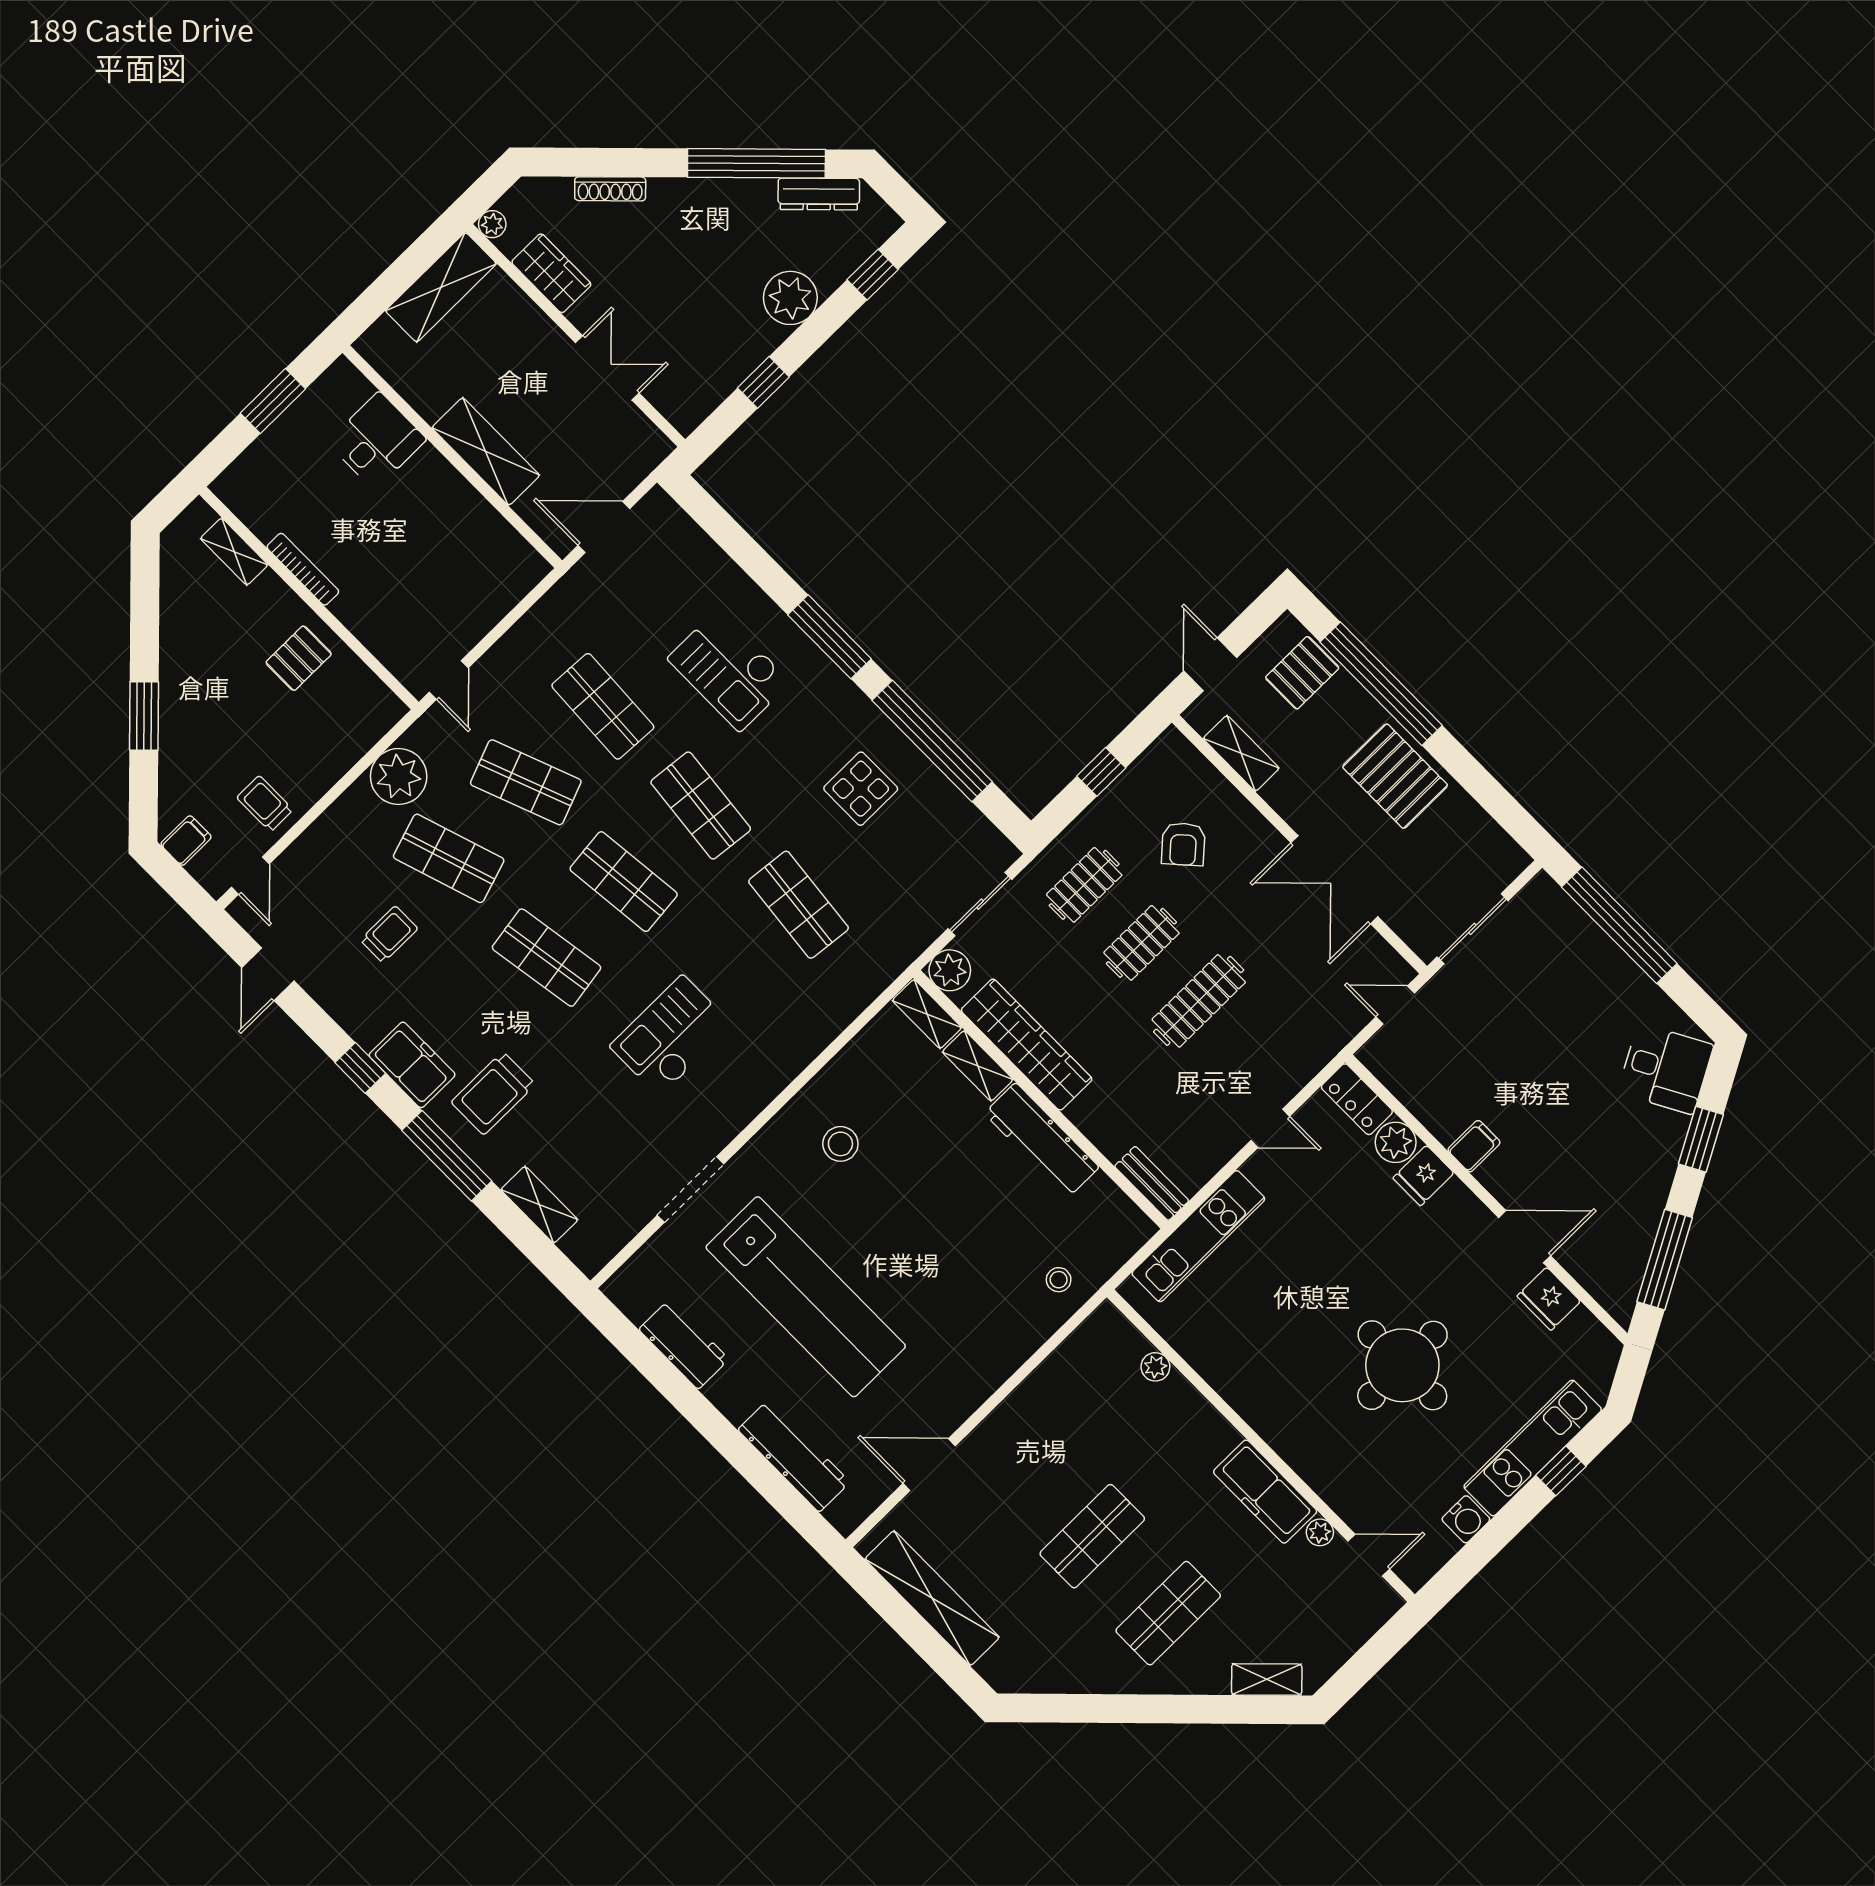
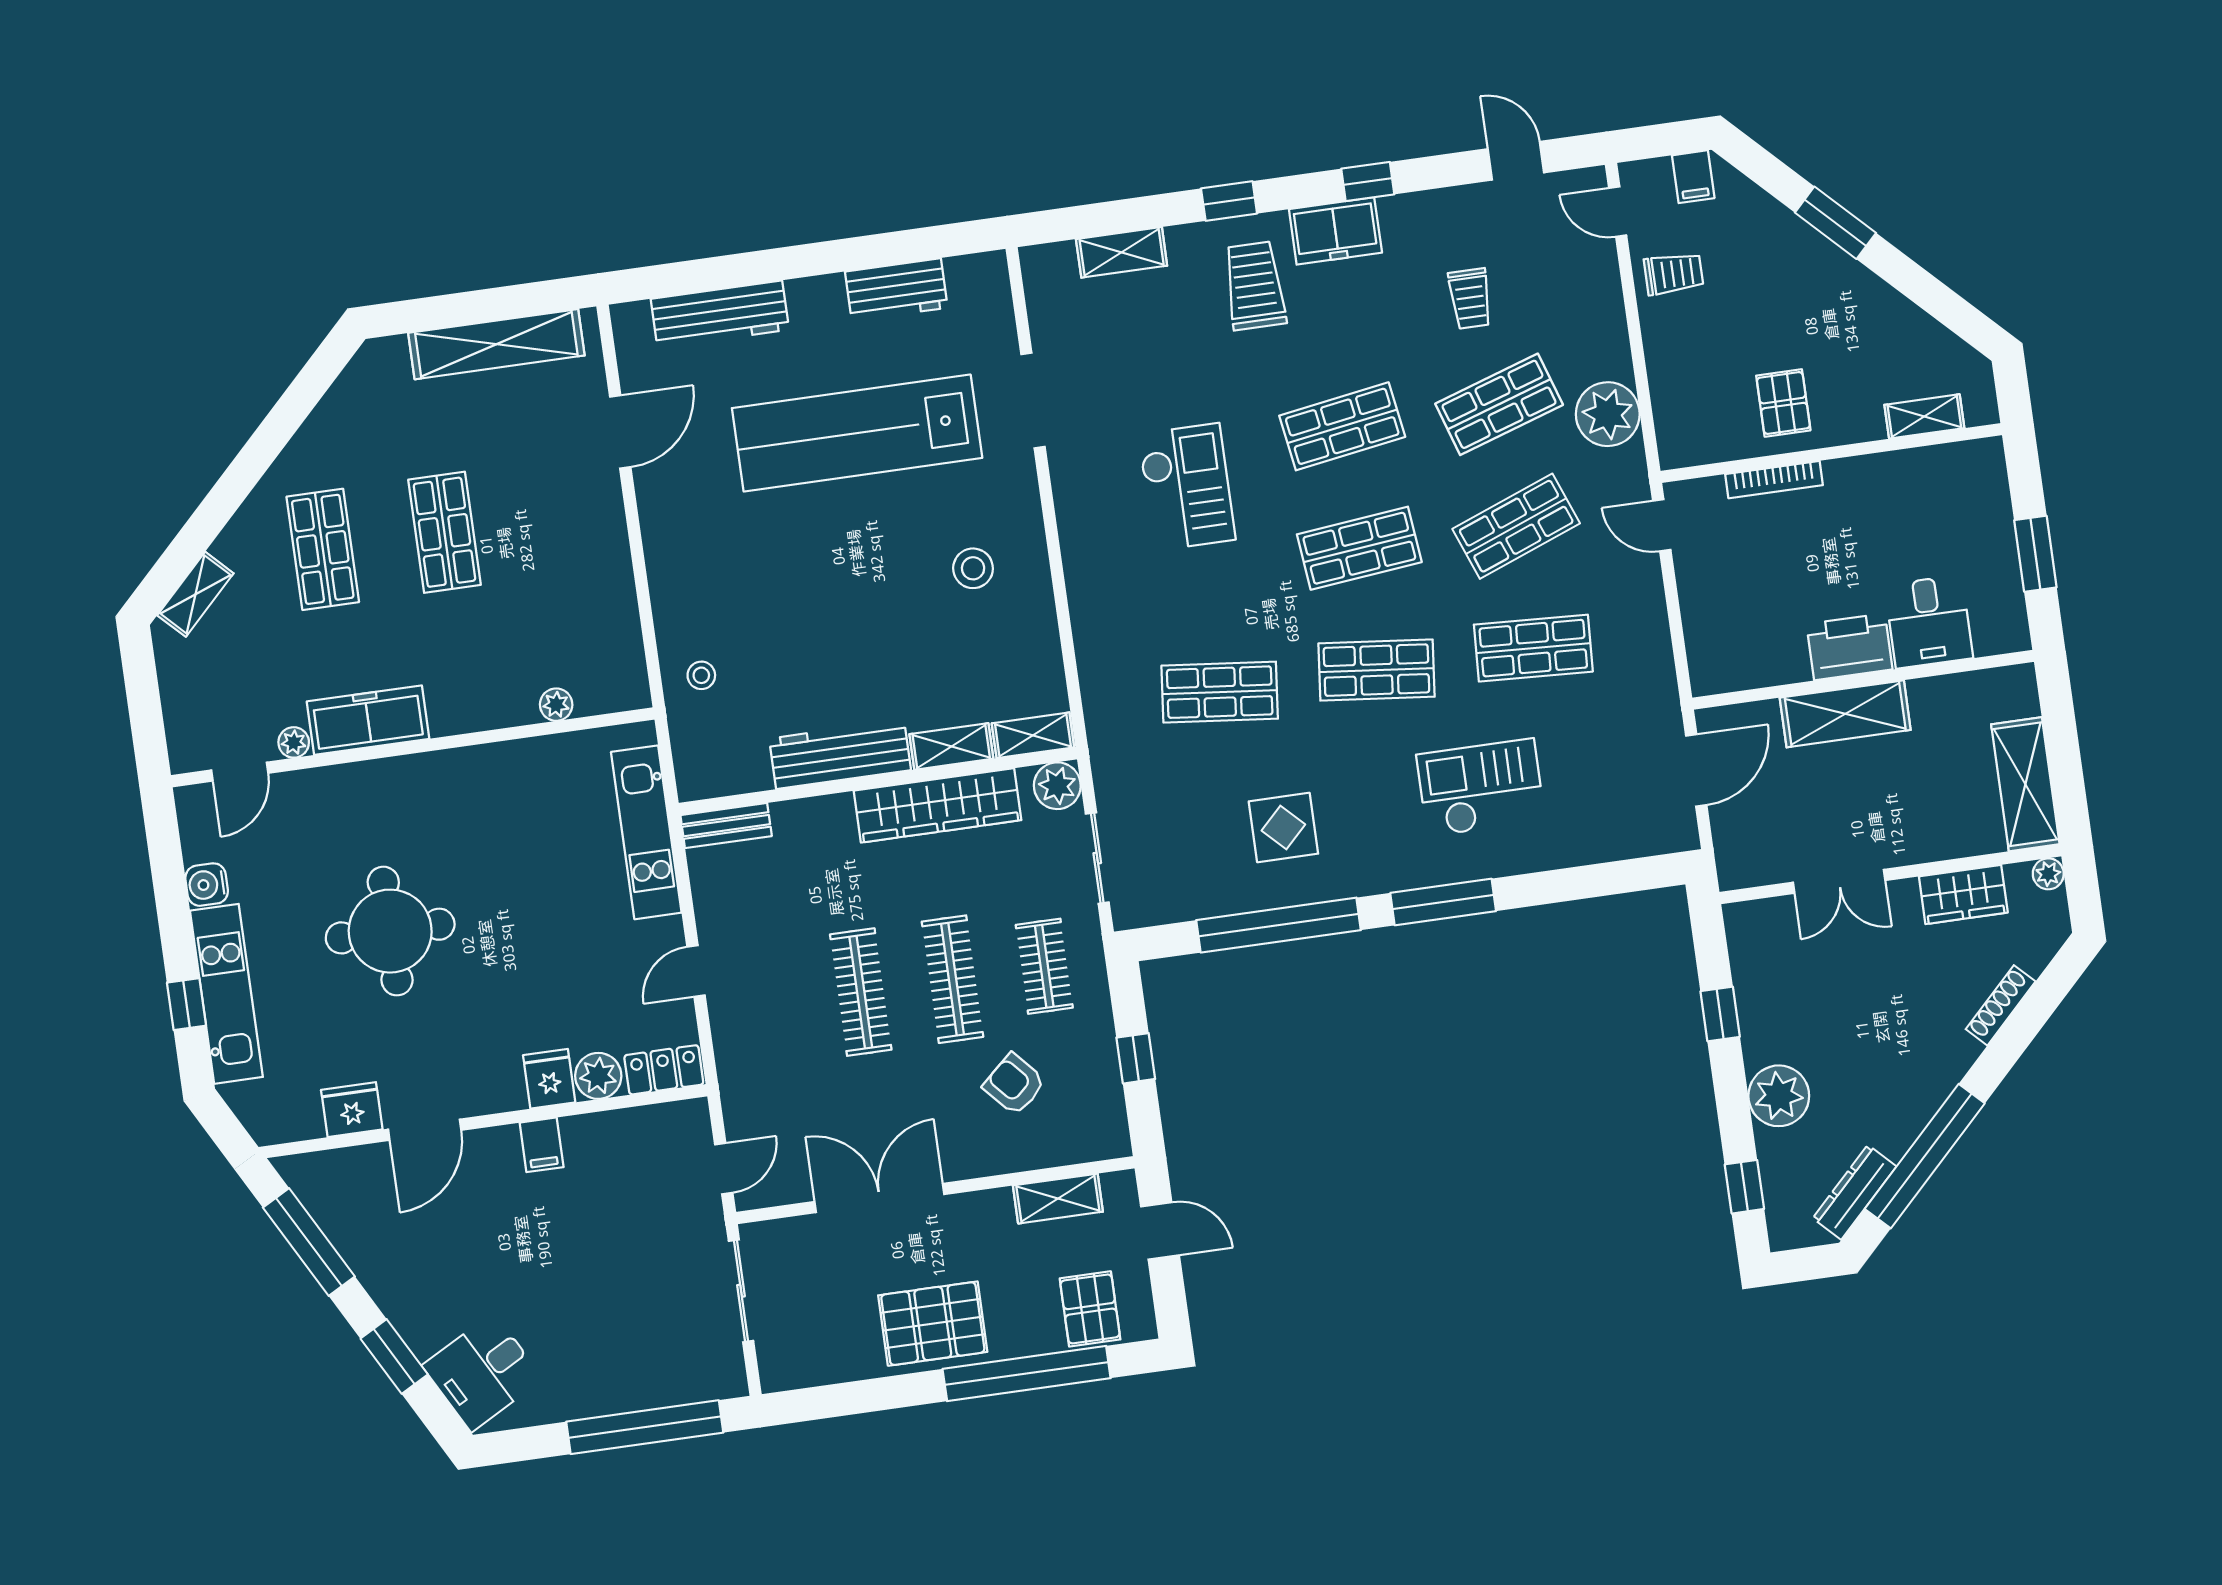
printer: (436, 484) -> (1849, 647), added
bookcase: (303, 569) -> (1774, 480), moved
clothes rail: (1141, 943) -> (953, 979), width x1.36
window: (447, 1156) -> (1229, 201), width x0.46

